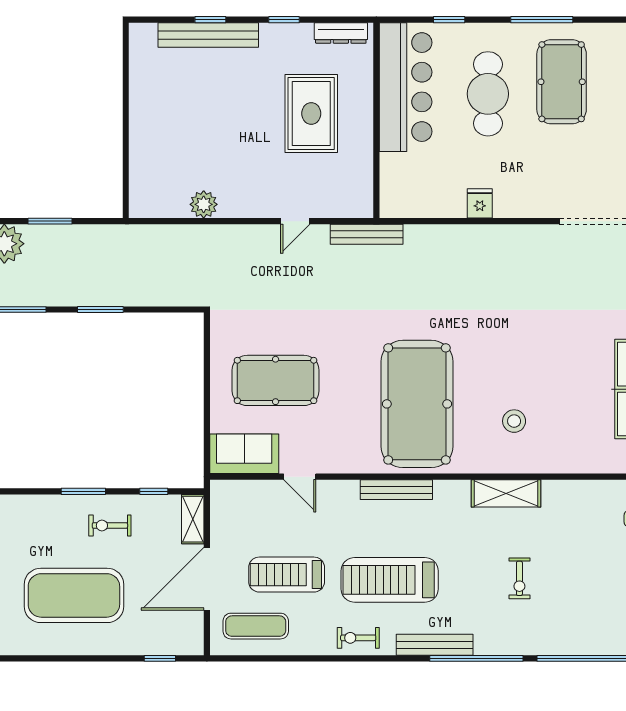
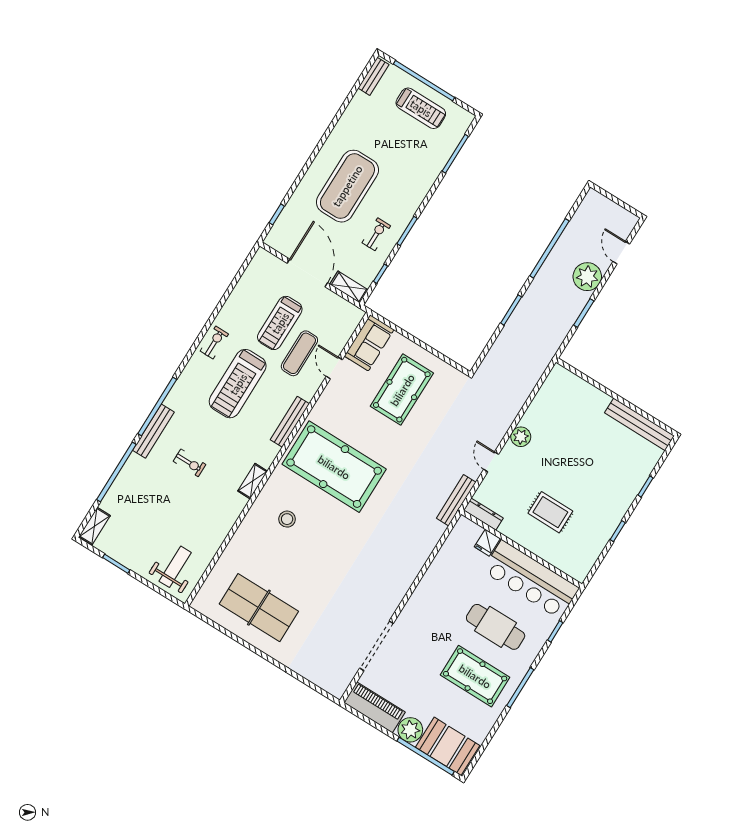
dresser: (341, 33) -> (483, 514), moved, turned 90
bench: (208, 35) -> (639, 424), moved, turned 90
rug: (311, 113) -> (550, 512), width x0.73, depth x0.70
fridge: (480, 203) -> (487, 543), moved, turned 90
plant: (204, 204) -> (521, 437), moved
door: (300, 477) -> (334, 368), hinge flipped
shelving: (506, 493) -> (253, 481), width x0.67, depth x0.75
treadmill: (287, 575) -> (280, 323), turned 180
exercise bike: (519, 578) -> (190, 463), turned 180
treadmill: (390, 580) -> (238, 384), turned 180
exercise mat: (256, 626) -> (299, 353), moved
bench: (435, 645) -> (153, 431), moved

